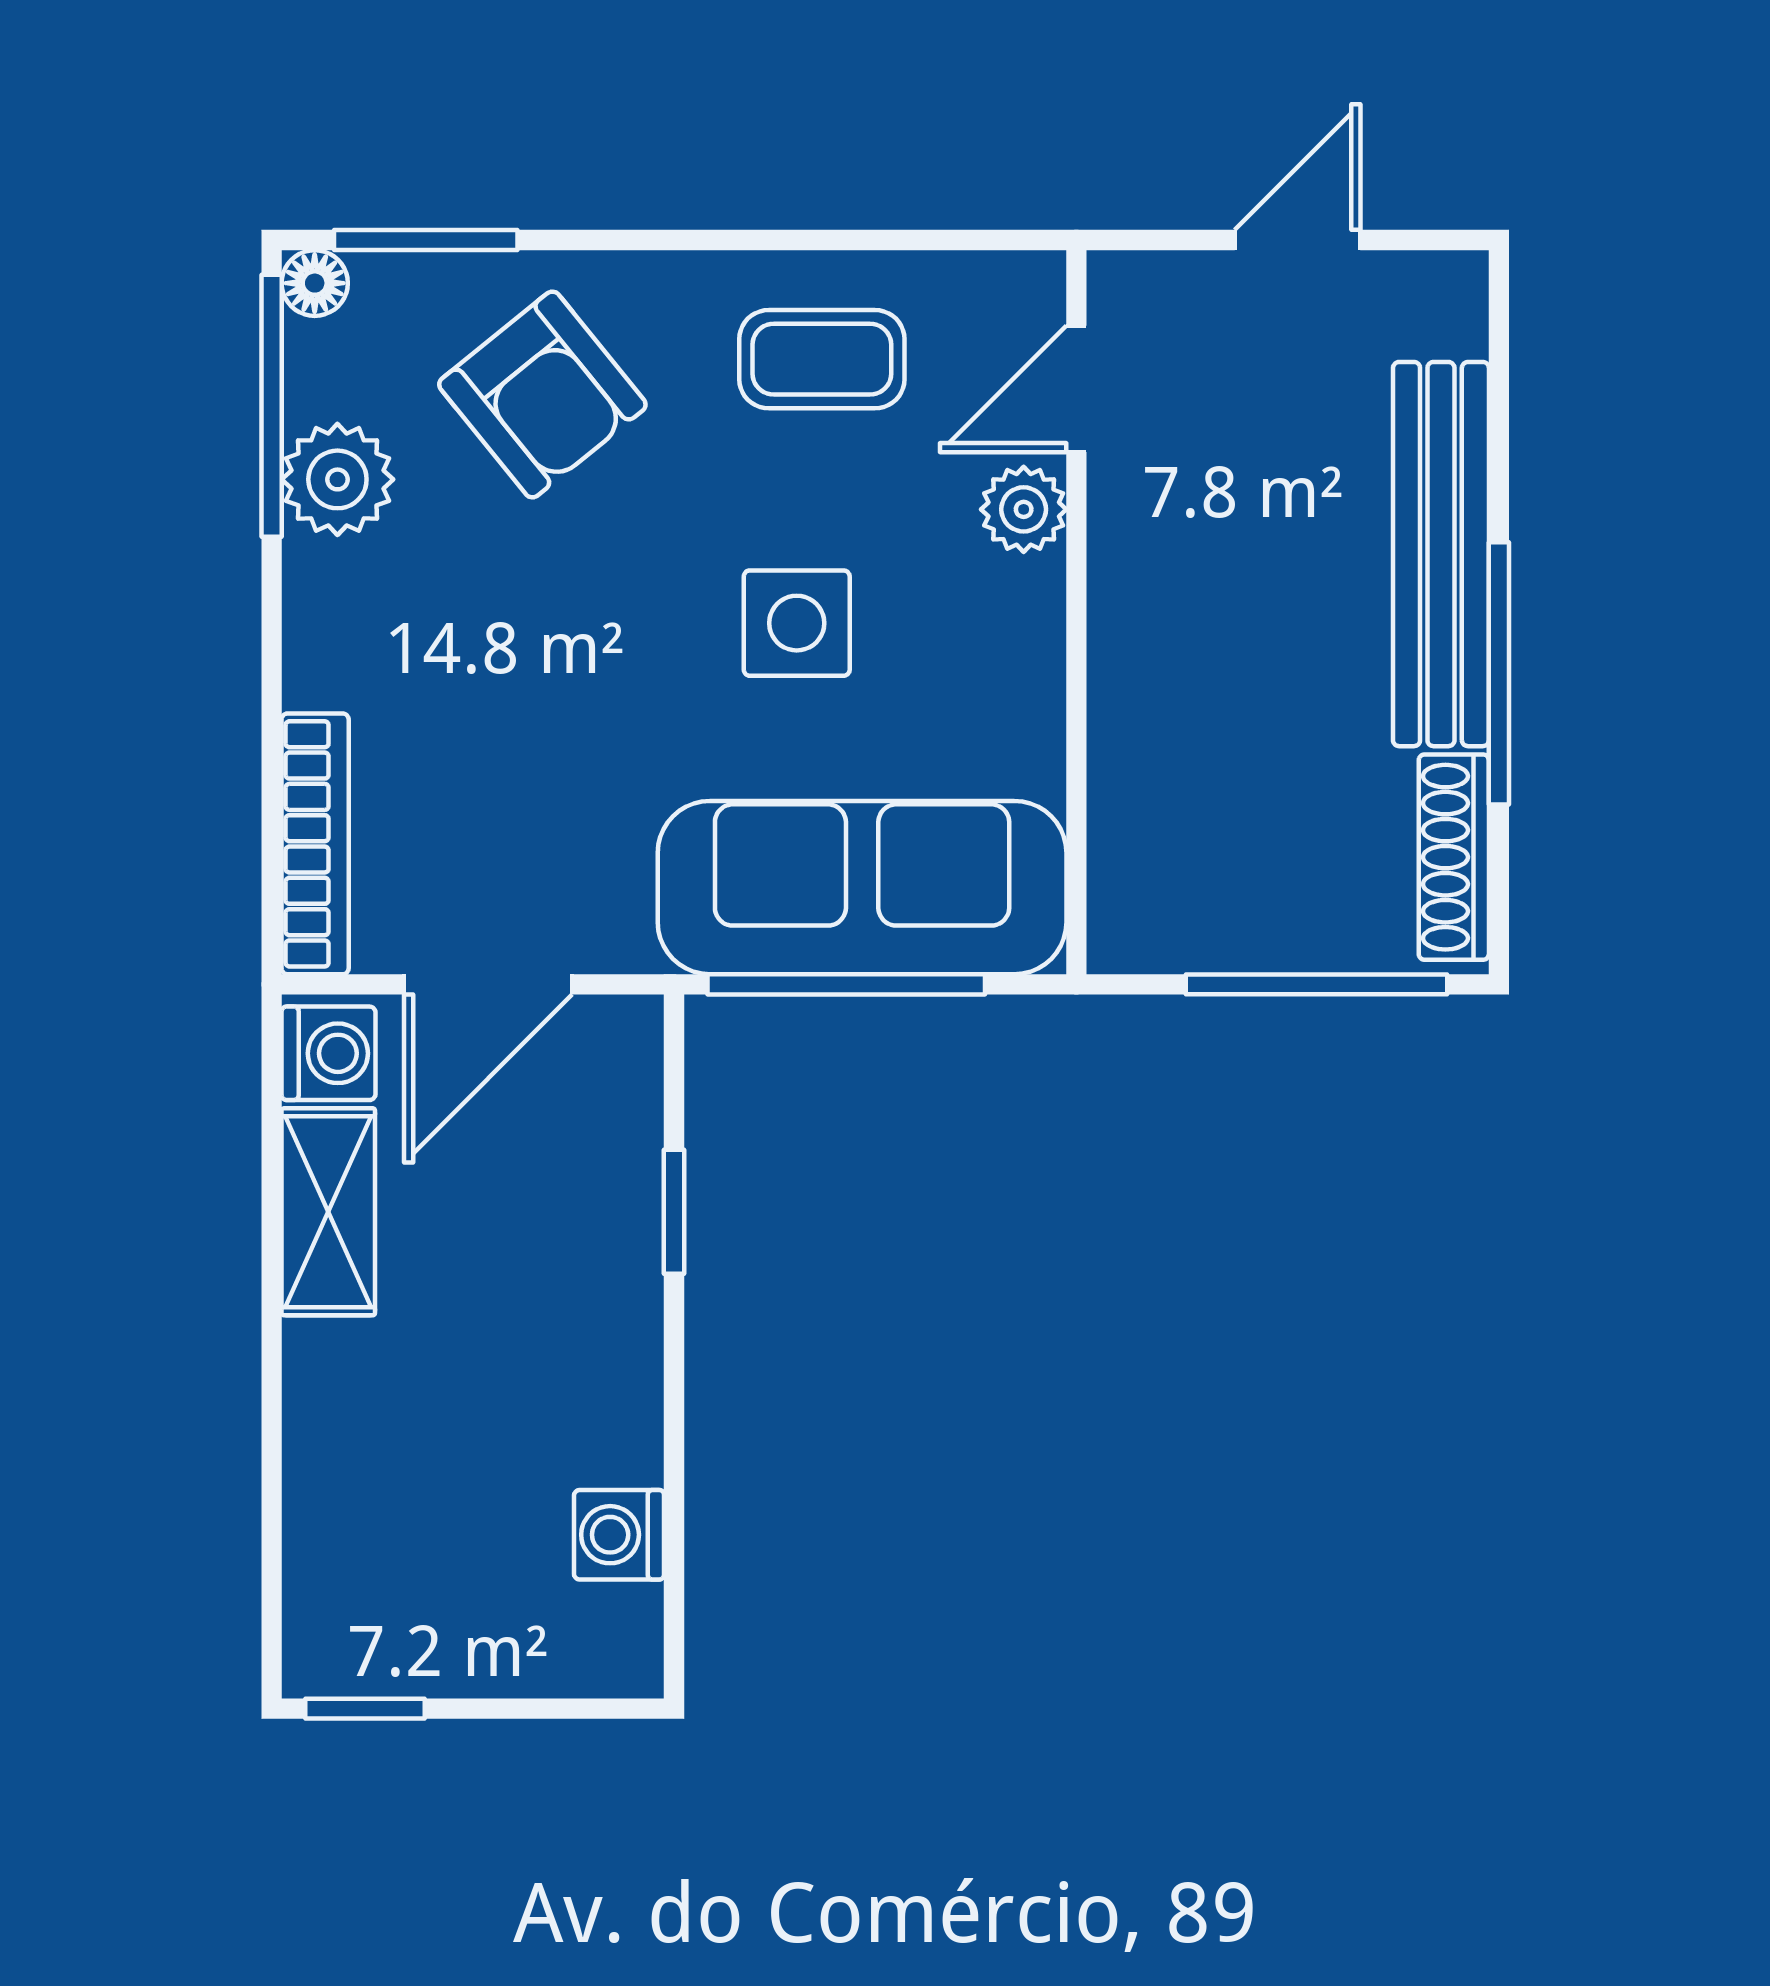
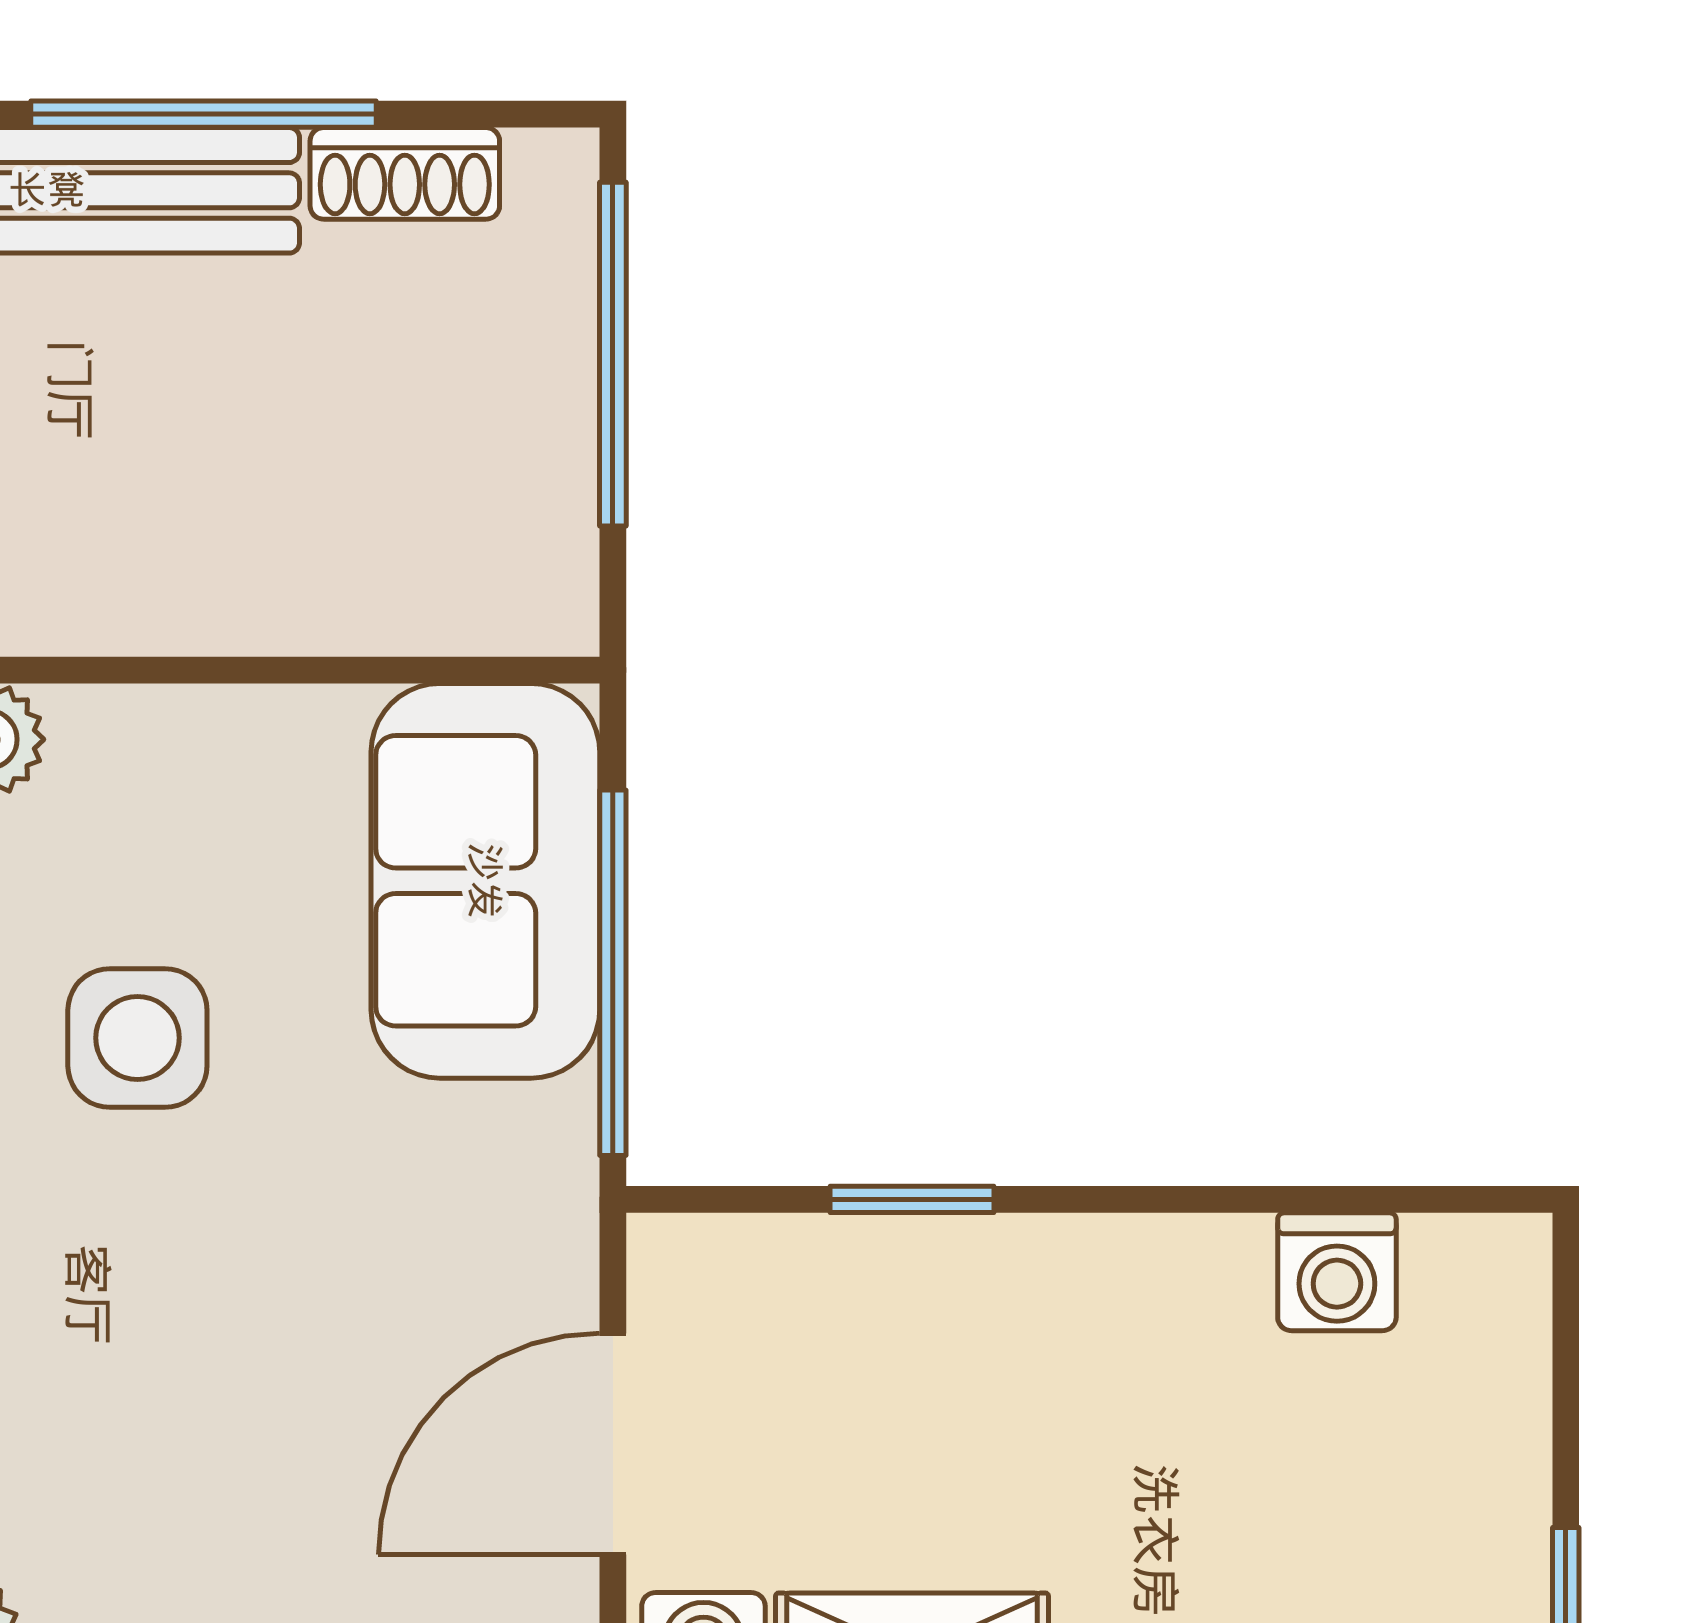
shoe rack: (1454, 857) -> (405, 173), width x0.70
sofa: (862, 888) -> (485, 881), width x0.73
door: (488, 984) -> (613, 1444), swing flipped

